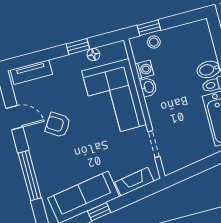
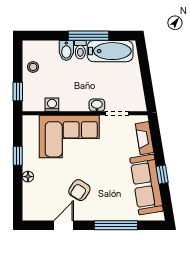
stool: (154, 42) -> (33, 67), moved
floor lamp: (93, 54) -> (28, 177), moved
tv unit: (31, 72) -> (29, 201), removed
washbasin: (148, 87) -> (97, 105), moved

